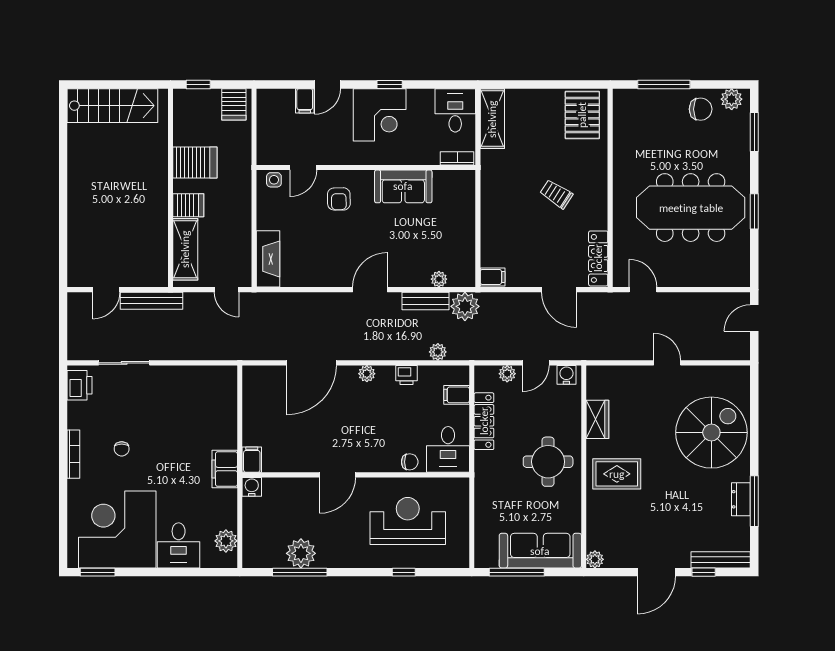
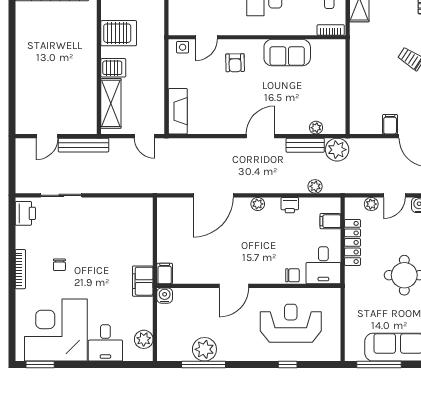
filing cabinet: (493, 277) -> (390, 124), moved, turned -90

